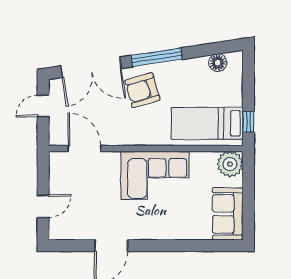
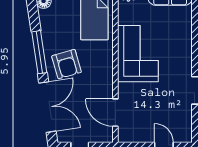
door: (84, 148) -> (115, 113), hinge flipped

